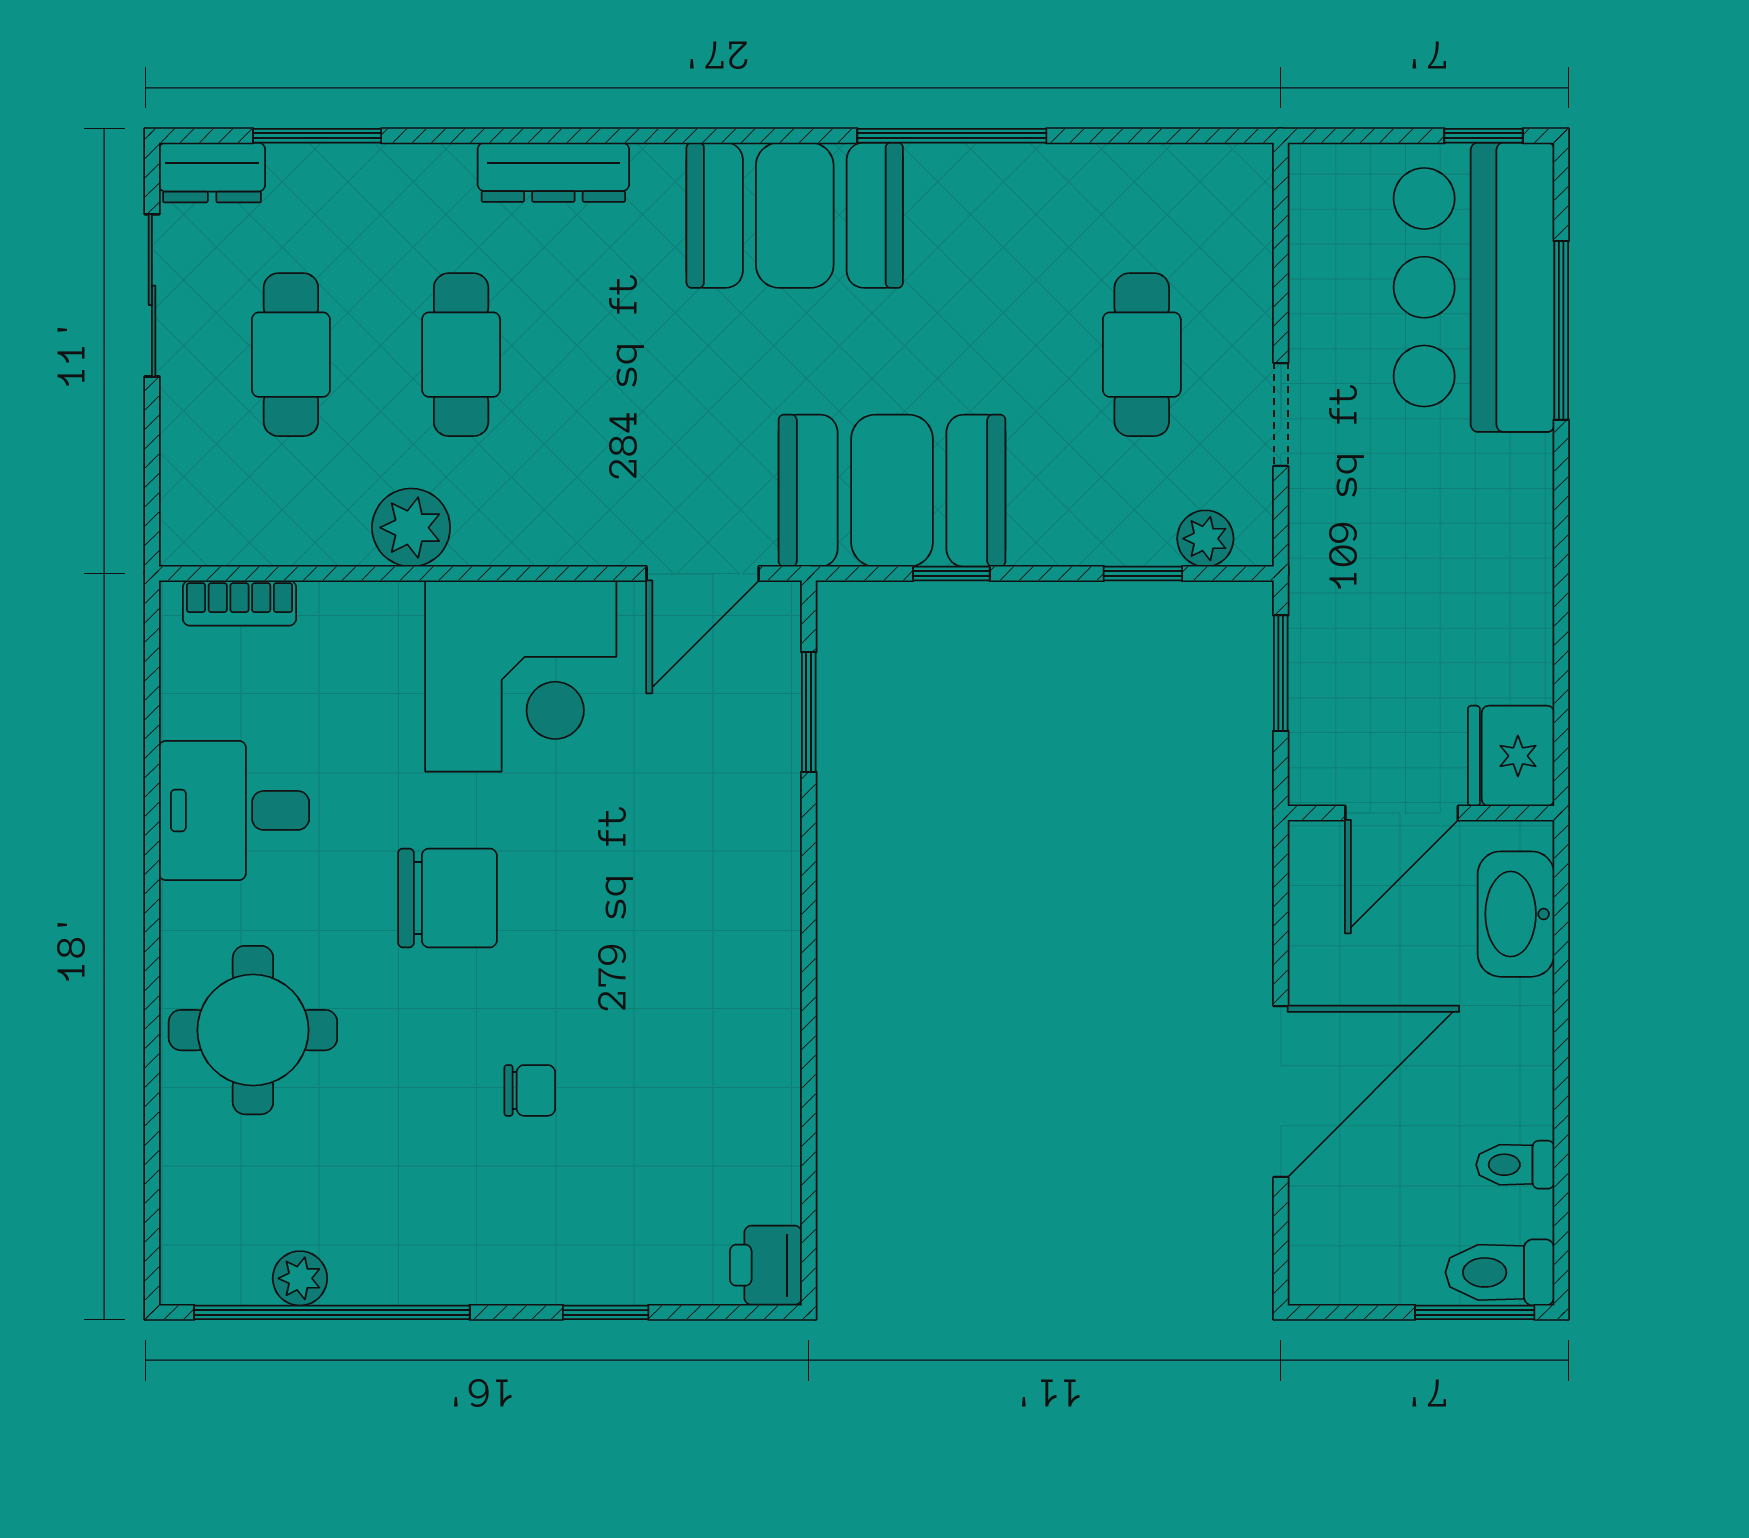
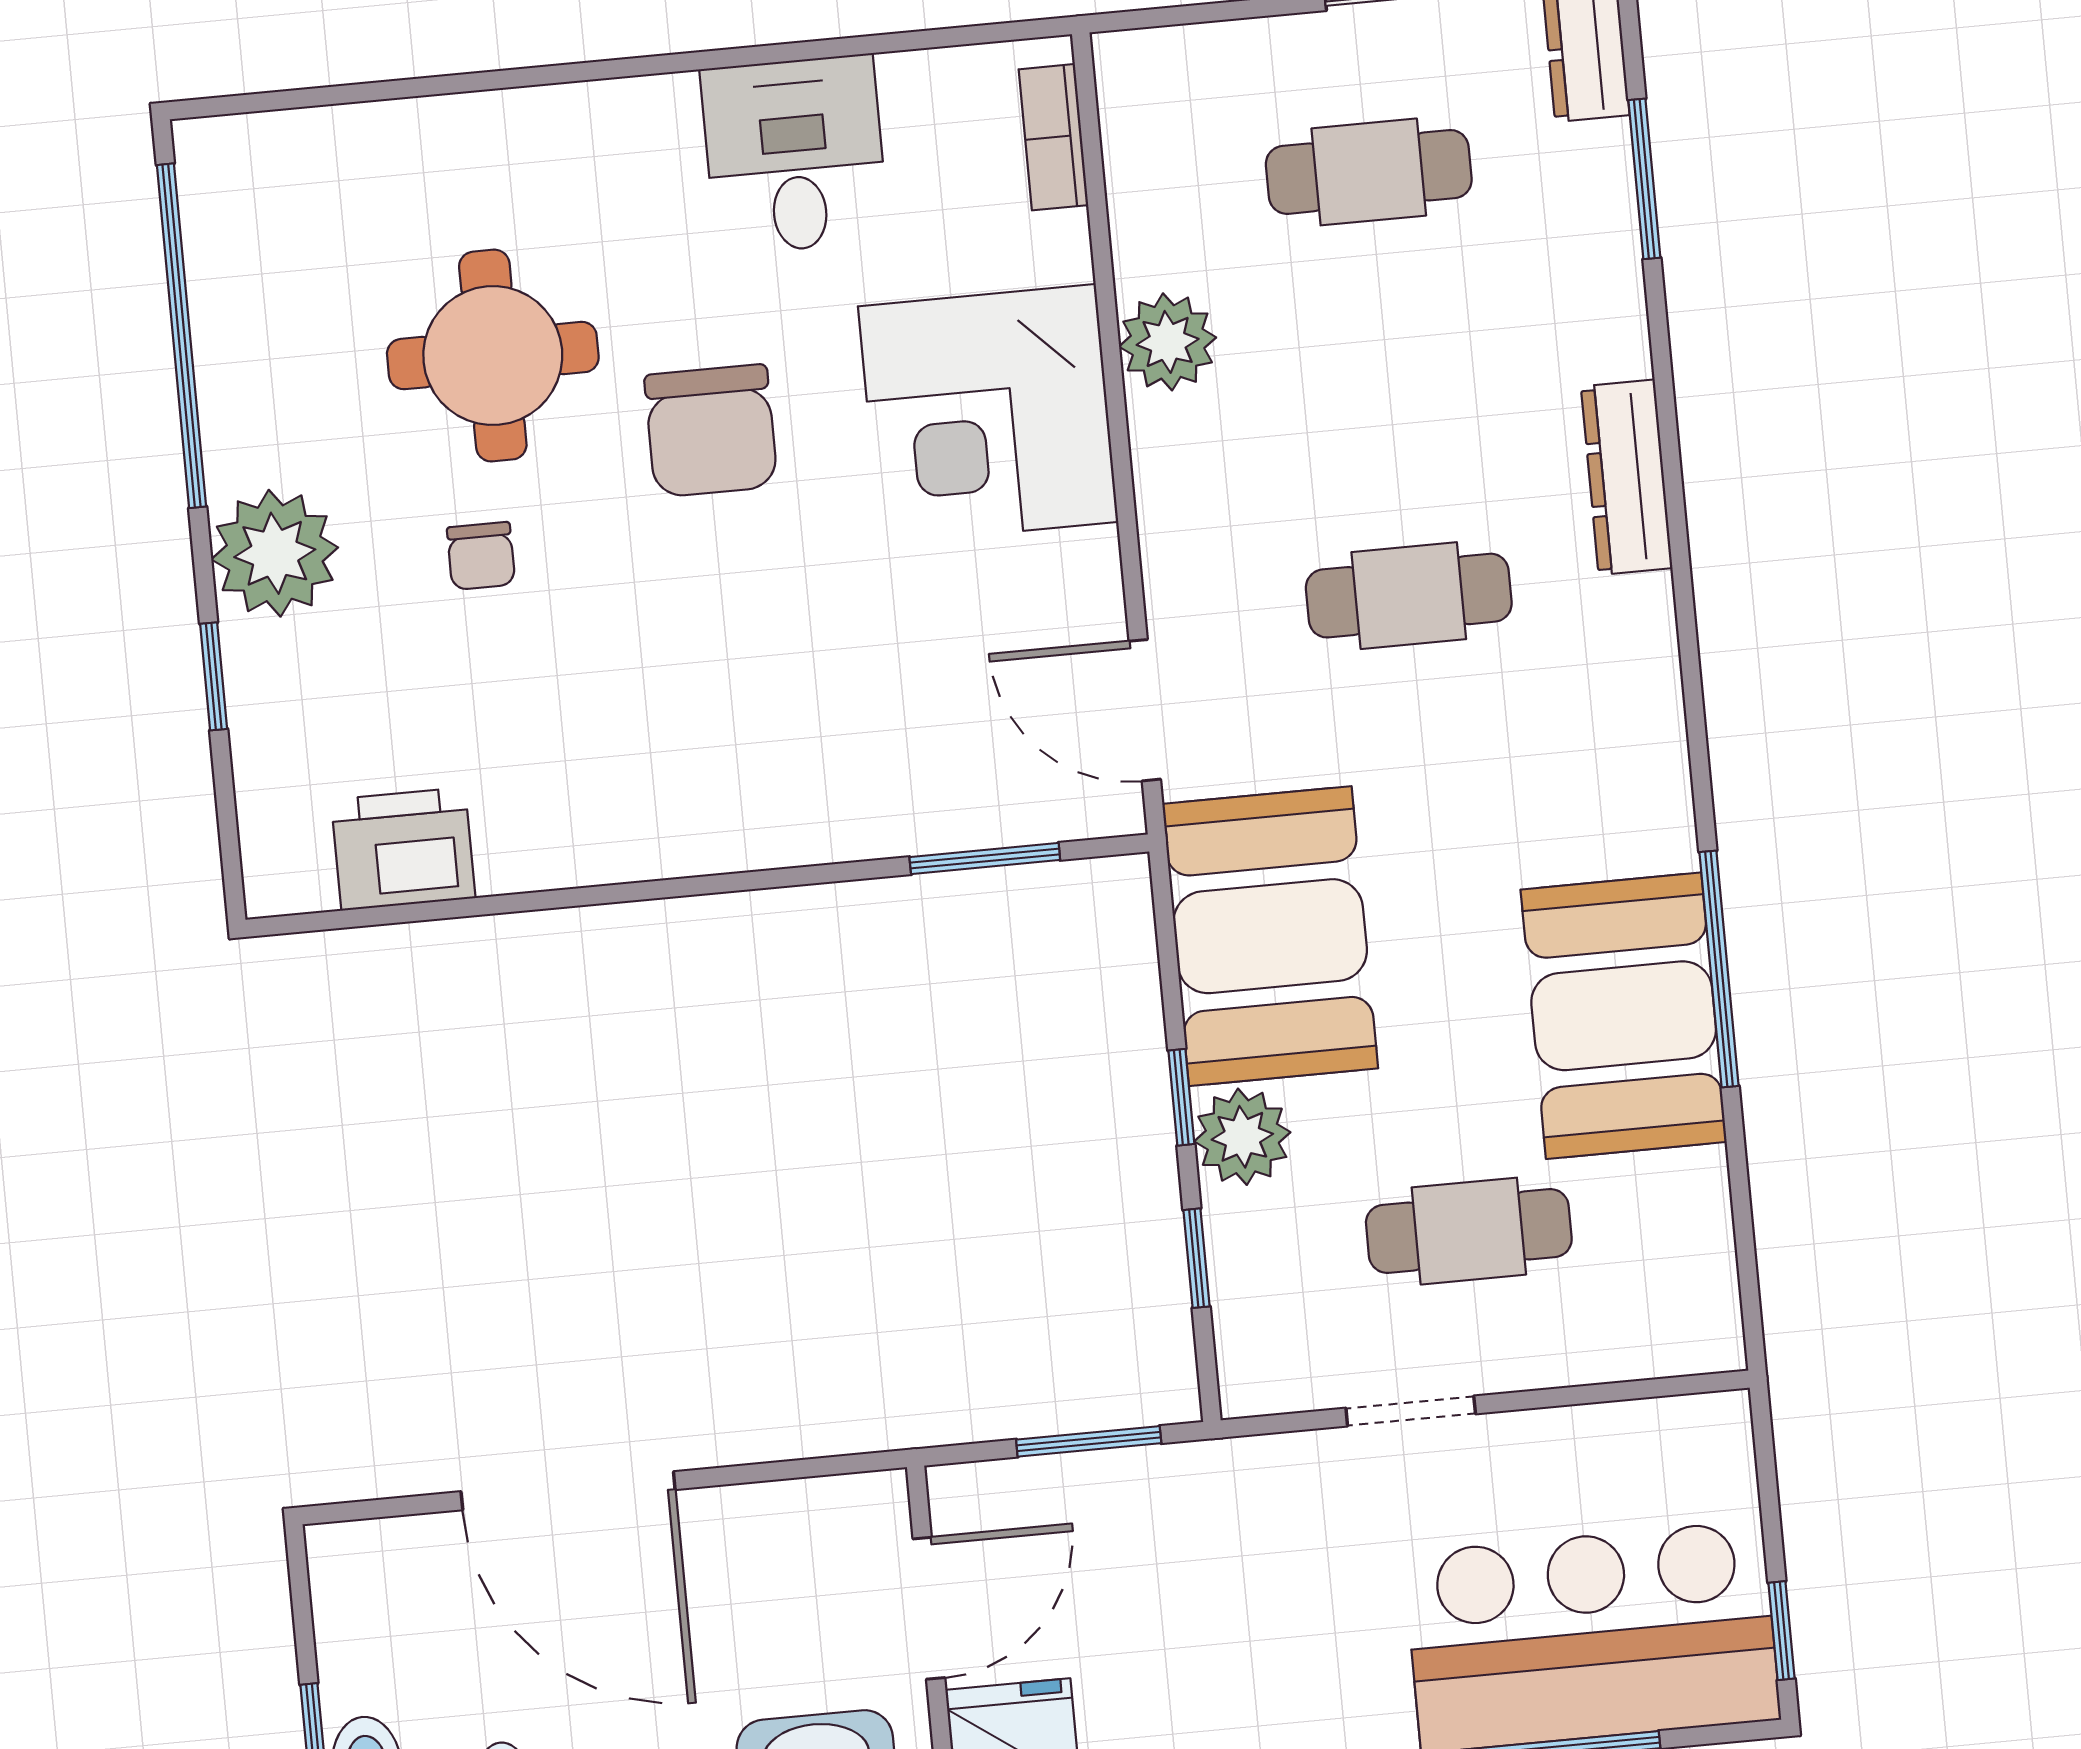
booth: (795, 215) -> (1624, 1016), moved
cafe table: (461, 355) -> (1409, 596), moved
plant: (1205, 539) -> (1242, 1137), moved, width x1.38, depth x1.38
window: (951, 574) -> (1181, 1097), moved
corner desk: (521, 676) -> (988, 414), moved
door: (1402, 813) -> (929, 1608), swing flipped
round table: (253, 1030) -> (493, 356), moved
printer: (766, 1265) -> (403, 849), moved, width x1.36, depth x1.24
plant: (300, 1278) -> (275, 553), moved, width x1.88, depth x1.88

